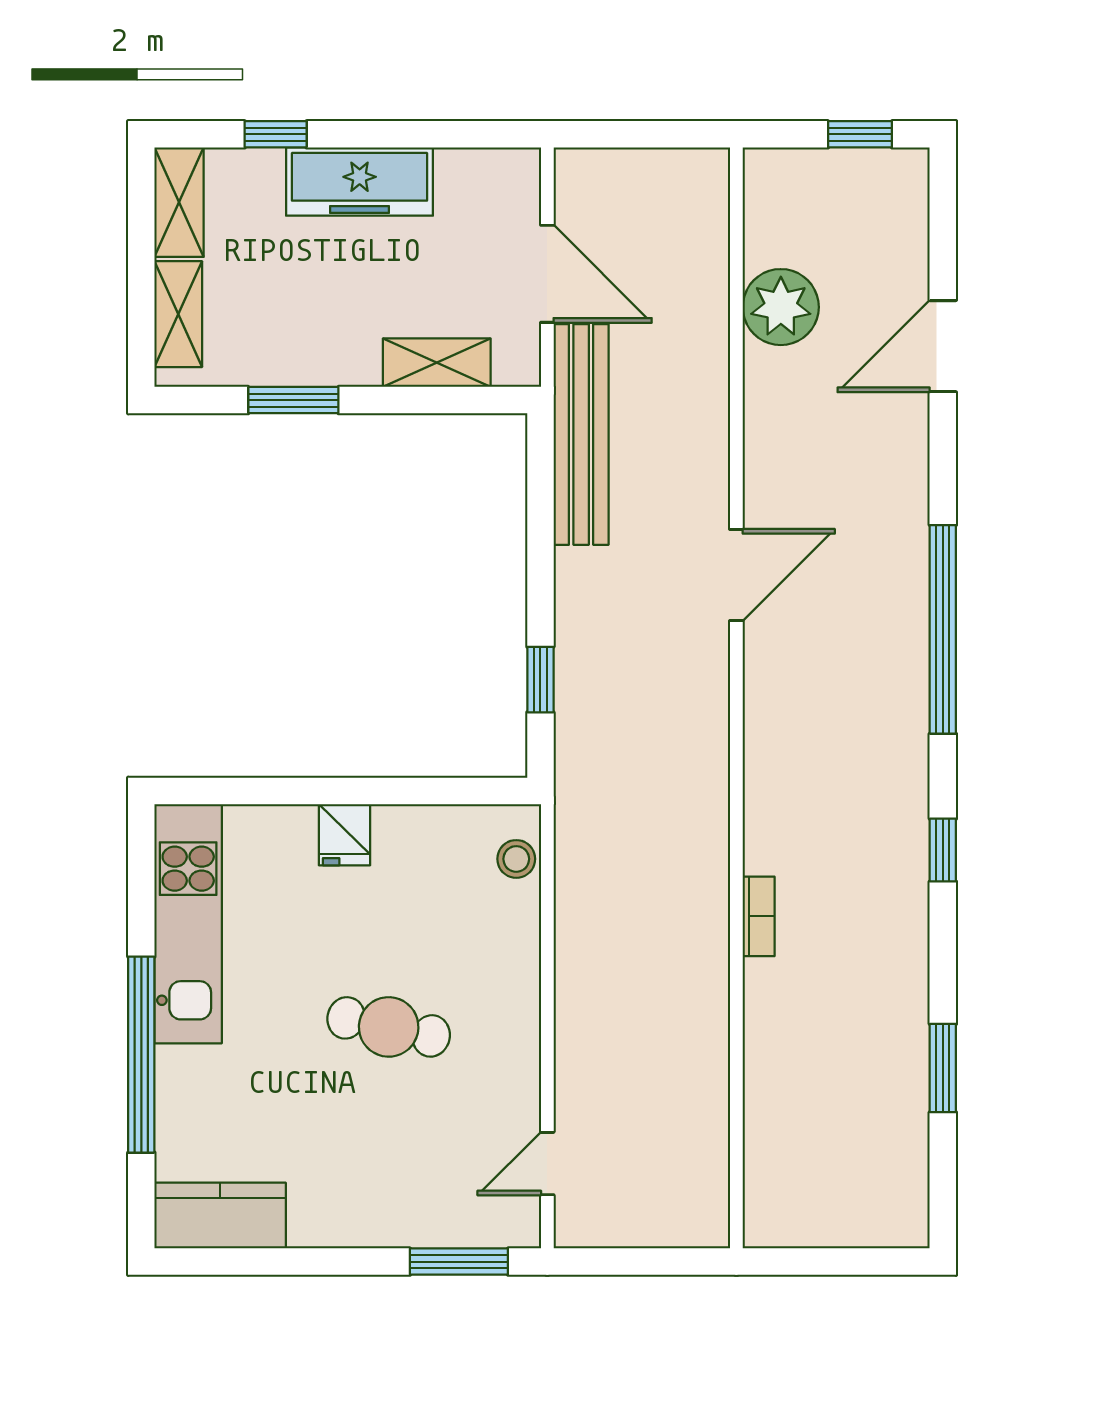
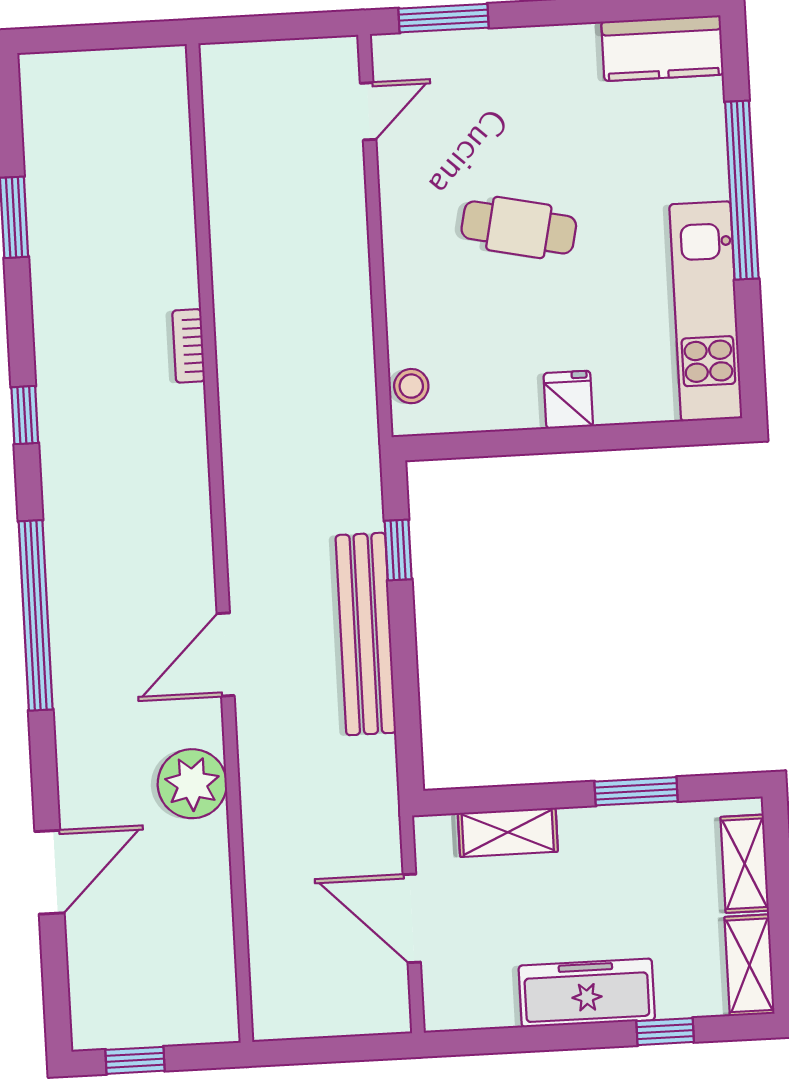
plant: (781, 307) -> (192, 784), moved
bench: (581, 434) -> (366, 634), moved

